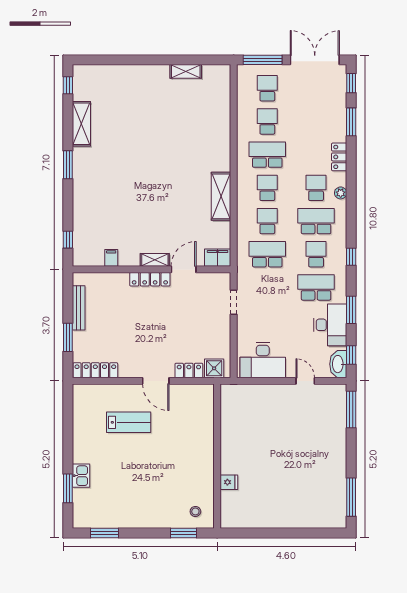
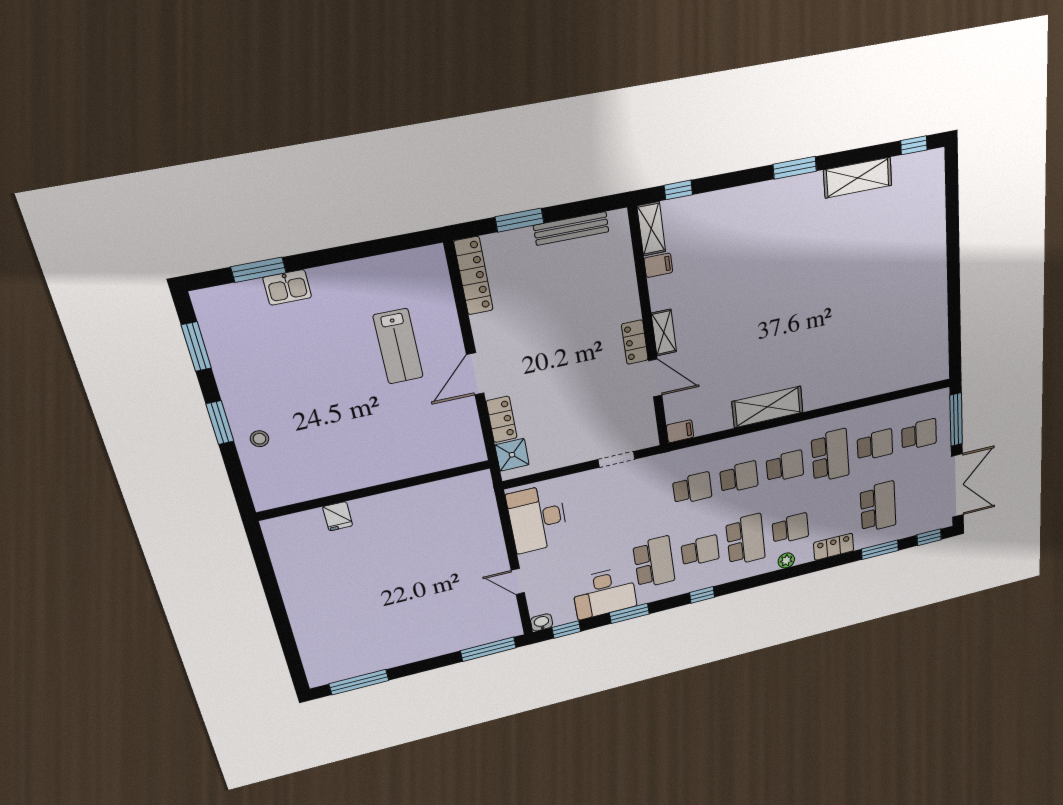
shelving: (186, 71) -> (651, 229), moved
school desk: (316, 121) -> (878, 507), added
school desk: (267, 254) -> (692, 488), width x0.54
filing cabinet: (218, 258) -> (680, 431), width x0.50
locker: (150, 279) -> (635, 342), width x0.66
washbasin: (338, 364) -> (542, 622), width x0.52, depth x0.69
door: (305, 381) -> (518, 581), swing flipped
stool: (195, 511) -> (259, 439), moved
window: (184, 533) -> (220, 423), moved

